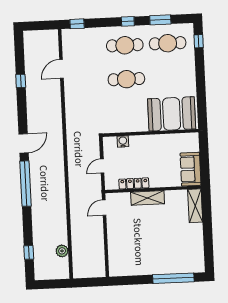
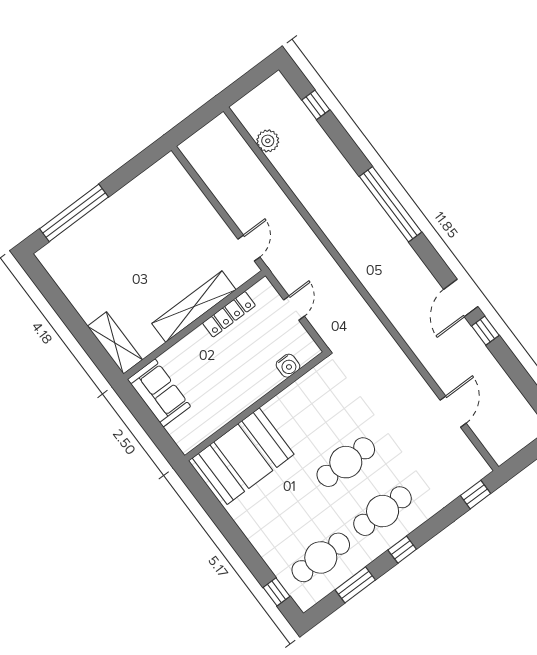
window: (21, 81) -> (485, 331), moved
door: (24, 143) -> (461, 298), moved
shelving: (148, 198) -> (194, 307), width x1.47

